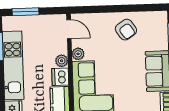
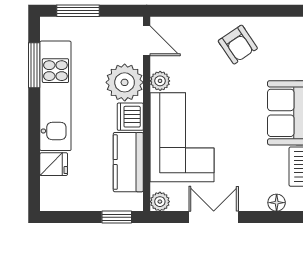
plant: (62, 61) -> (125, 82), width x1.87, depth x1.87

